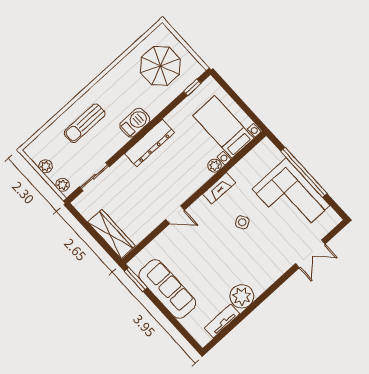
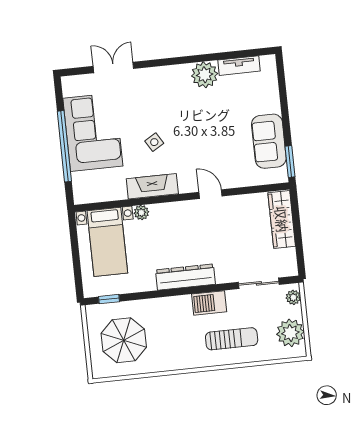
barbecue: (135, 123) -> (209, 303), moved
plant: (46, 166) -> (290, 333), width x1.87, depth x1.87
fireplace: (219, 188) -> (152, 186), width x1.37, depth x1.32
sofa: (167, 289) -> (269, 141), width x0.73

